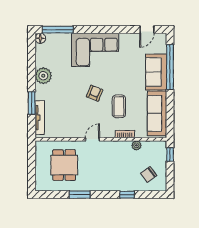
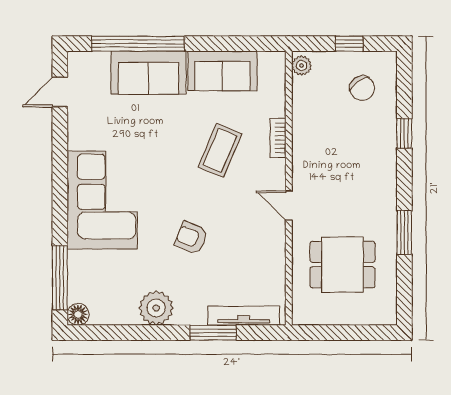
door: (147, 30) -> (60, 92), swing flipped
armchair: (95, 93) -> (191, 238), moved
coffee table: (119, 106) -> (220, 150), turned -67
sofa: (157, 113) -> (222, 71), width x0.73
plant: (136, 145) -> (302, 65), moved
window: (170, 155) -> (349, 44), moved

